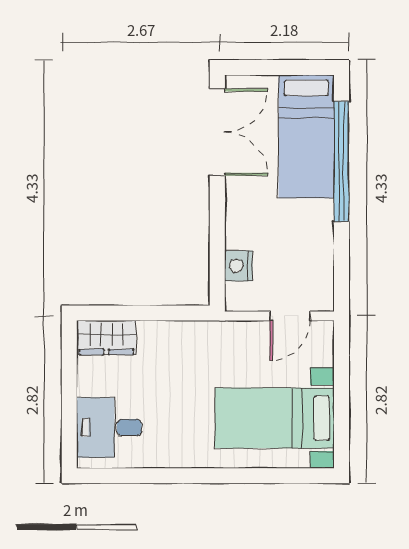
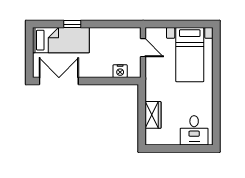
window: (341, 162) -> (72, 24), width x0.32
wardrobe: (106, 338) -> (153, 115), moved

